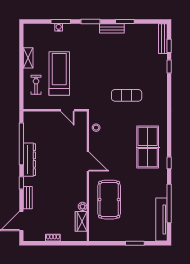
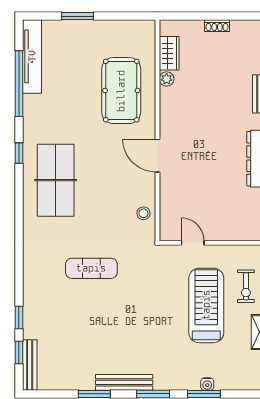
bench: (112, 28) -> (124, 382), width x1.36
treadmill: (59, 74) -> (206, 305), turned 180

